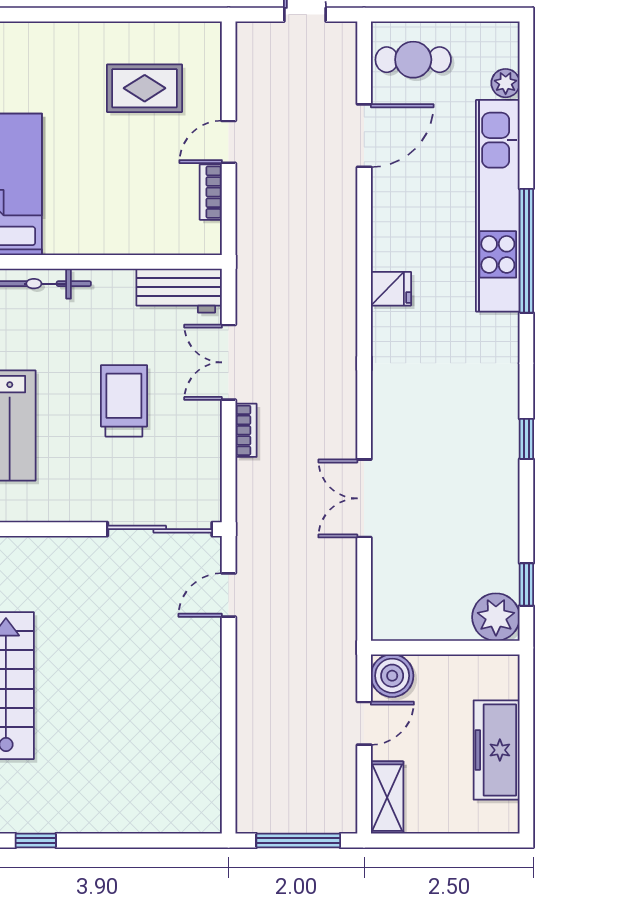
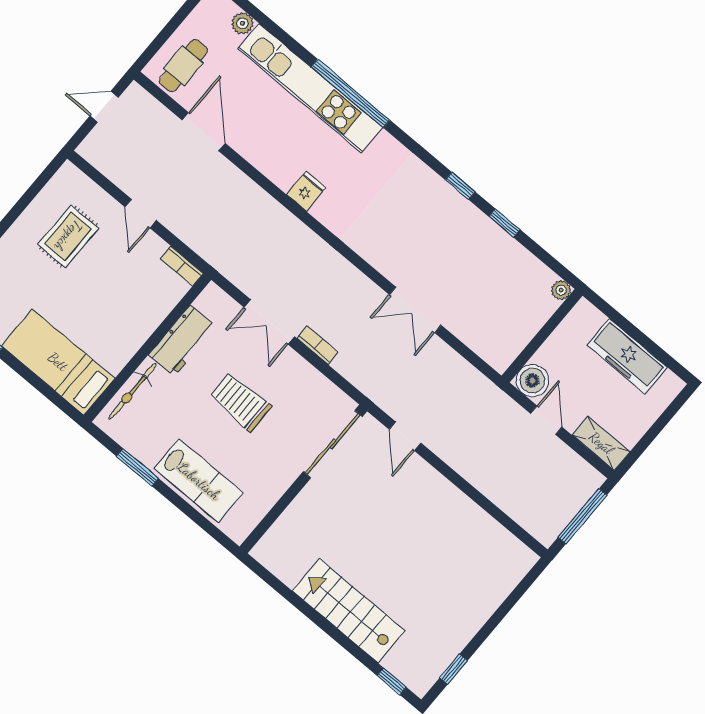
bookcase: (211, 192) -> (182, 266), moved
workbench: (179, 291) -> (182, 341), moved
window: (526, 585) -> (504, 223), moved
plant: (496, 617) -> (561, 290), width x0.53, depth x0.53

